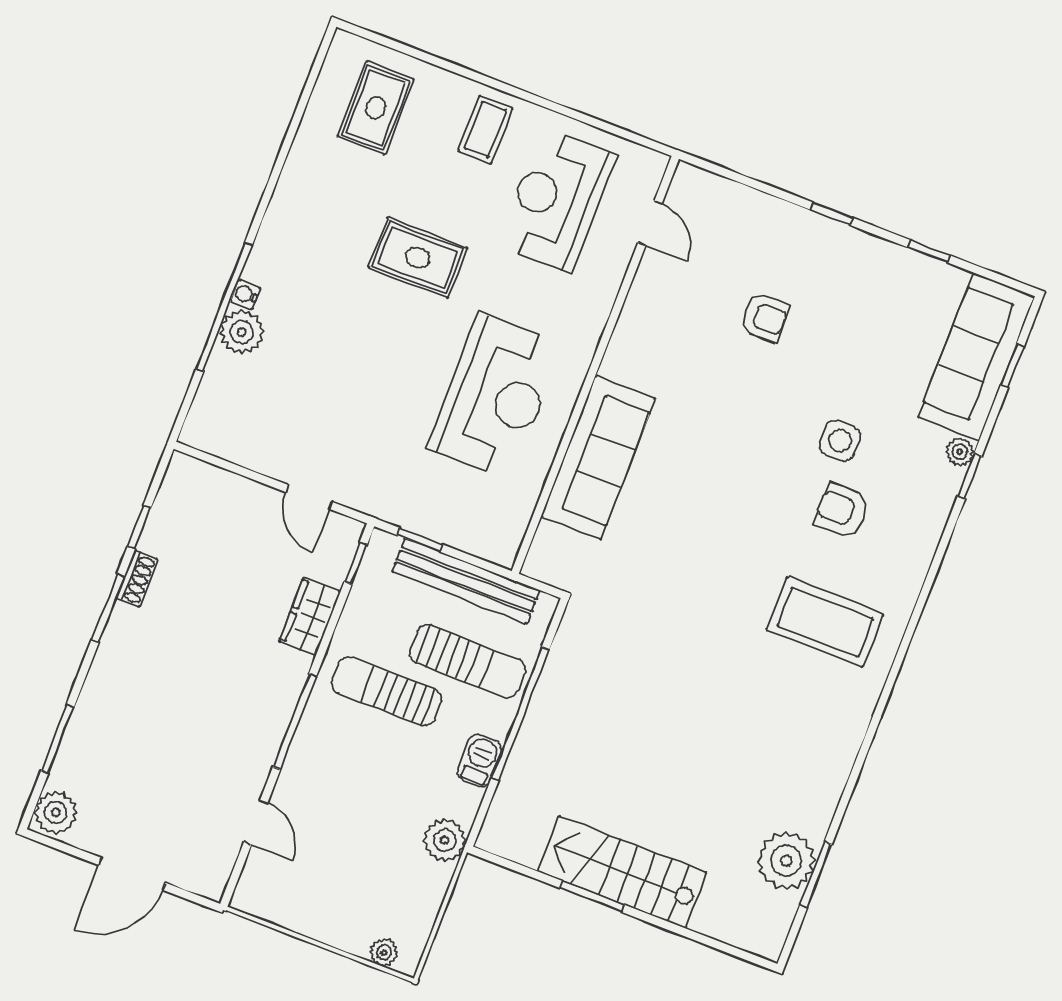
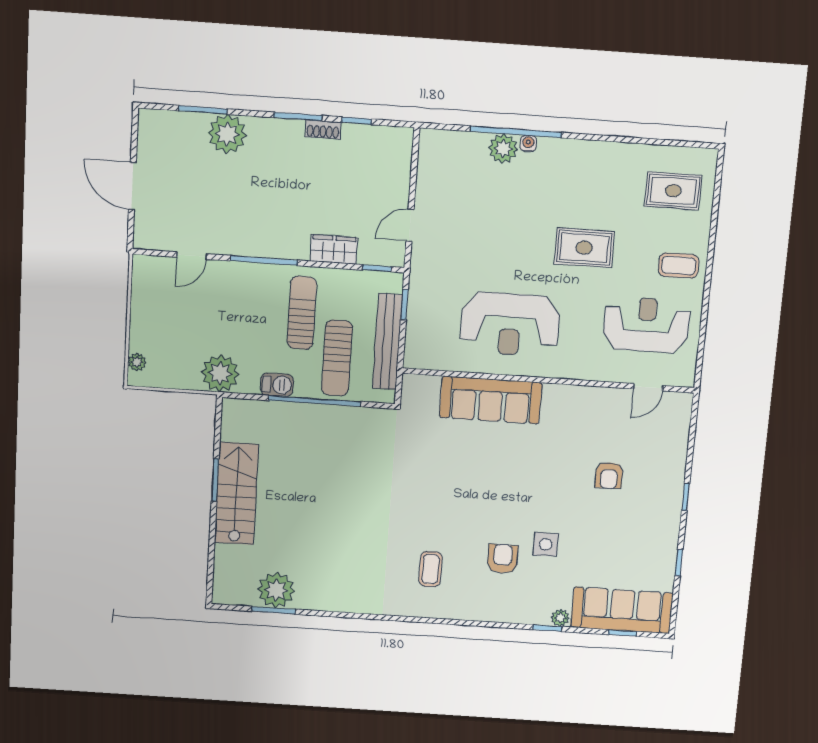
rug: (418, 258) -> (584, 248), turned 90
coffee table: (825, 622) -> (431, 569), width x0.54, depth x0.58
plant: (56, 812) -> (227, 134), moved, width x1.36, depth x1.36
plant: (445, 840) -> (220, 373), width x1.36, depth x1.36

